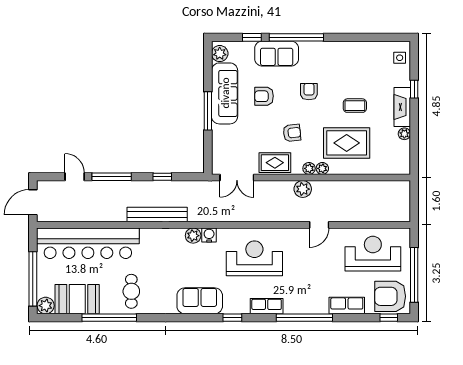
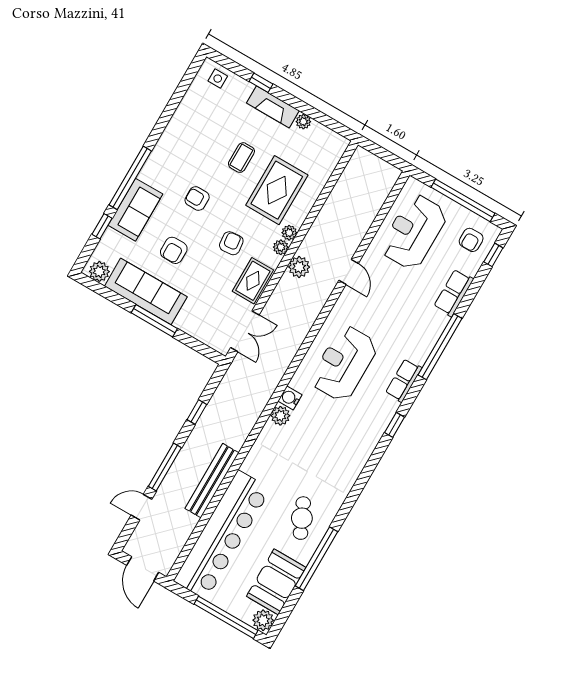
bench: (157, 215) -> (212, 481), moved
cafe table: (131, 291) -> (302, 518), turned 65
armchair: (390, 296) -> (471, 240), width x0.53, depth x0.53
sofa: (200, 301) -> (356, 450), removed

